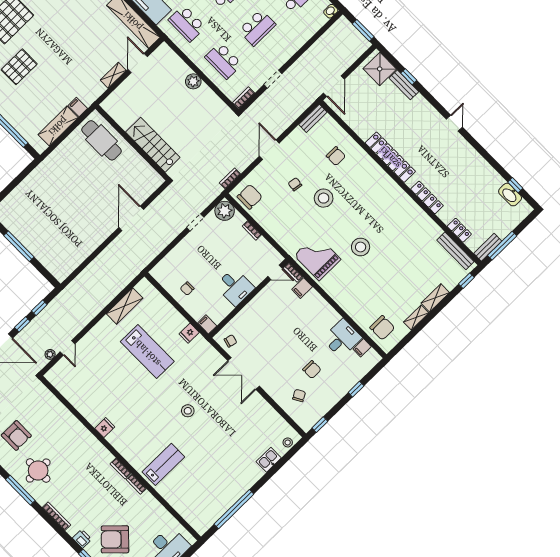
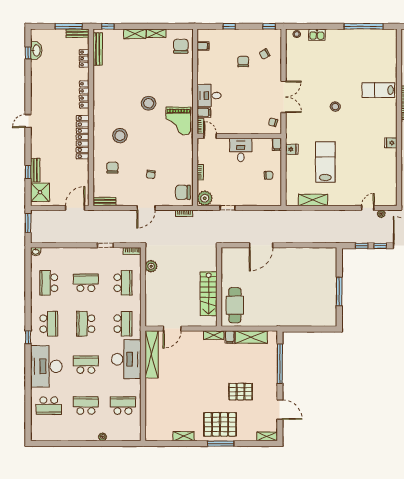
shelving: (113, 75) -> (214, 335), moved
plant: (193, 81) -> (151, 266), moved
stairs: (153, 145) -> (209, 294), moved
stool: (324, 198) -> (120, 136), moved
desk: (342, 338) -> (209, 96), moved

